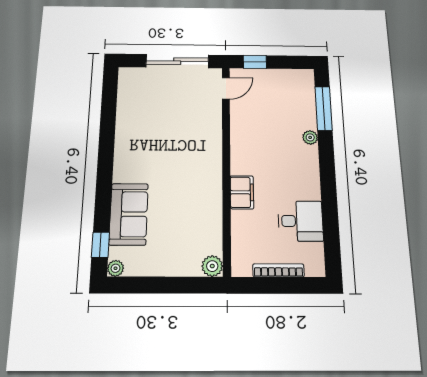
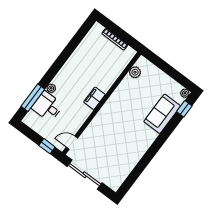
filing cabinet: (242, 192) -> (94, 98), moved
desk: (300, 221) -> (47, 106), moved
plant: (212, 266) -> (135, 72), moved

